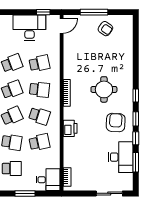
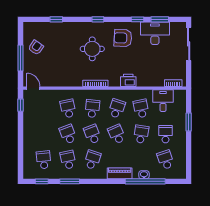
desk: (29, 28) -> (35, 118), removed
window: (136, 119) -> (56, 19), moved
desk: (48, 180) -> (163, 101), moved
sliding door: (109, 193) -> (189, 44), width x1.37

